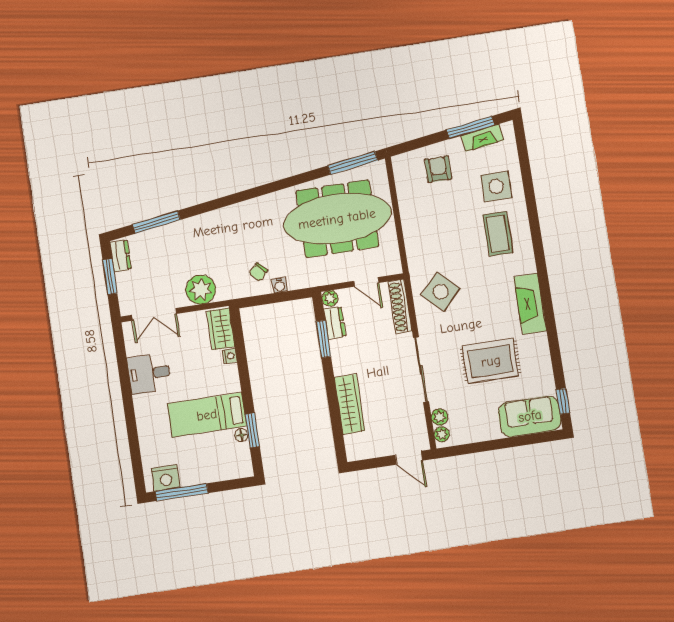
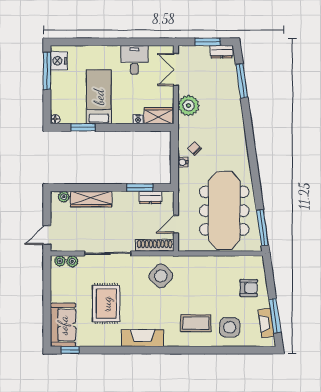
plant: (330, 298) -> (64, 197), moved
floor lamp: (241, 435) -> (55, 119), moved

